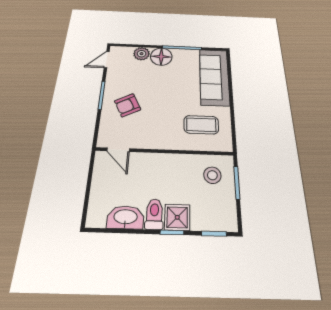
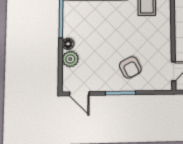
floor lamp: (161, 57) -> (68, 44), width x0.53, depth x0.53

